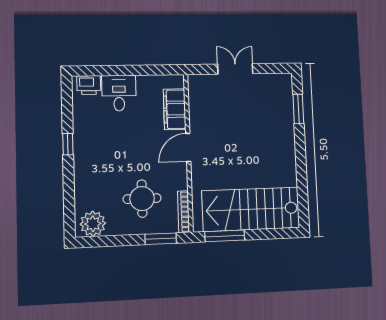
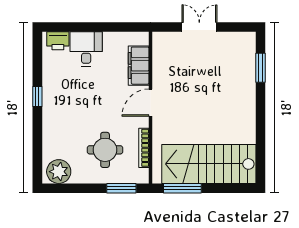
bookcase: (184, 212) -> (144, 148), moved

